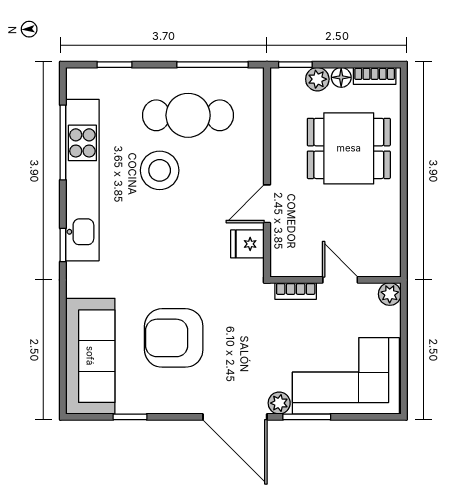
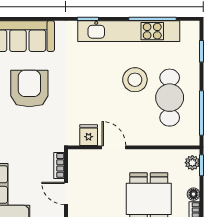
plant: (317, 79) -> (192, 163), moved
door: (340, 280) -> (66, 193), swing flipped

